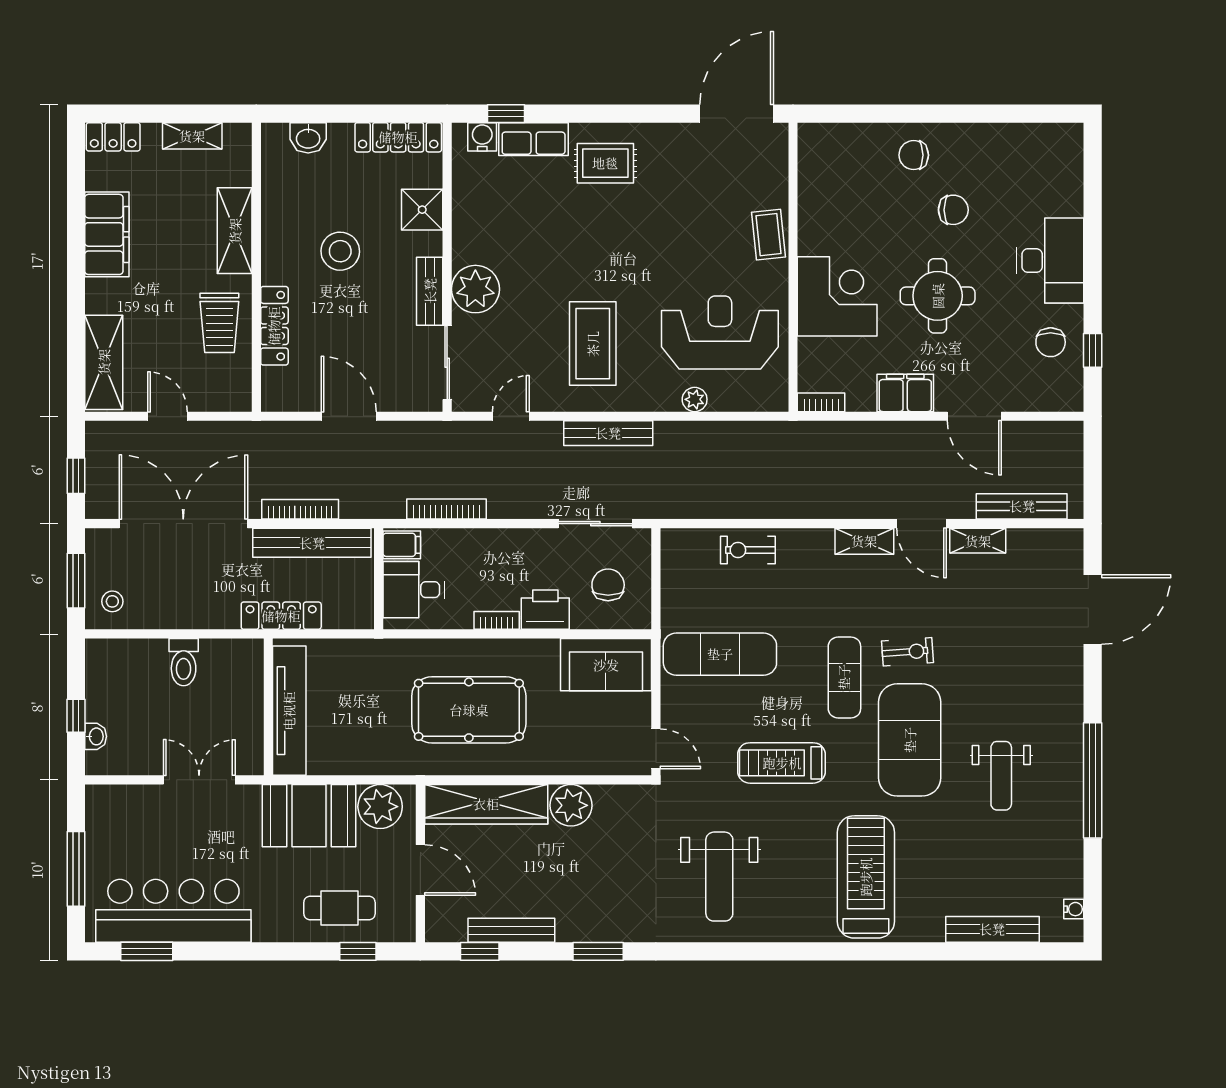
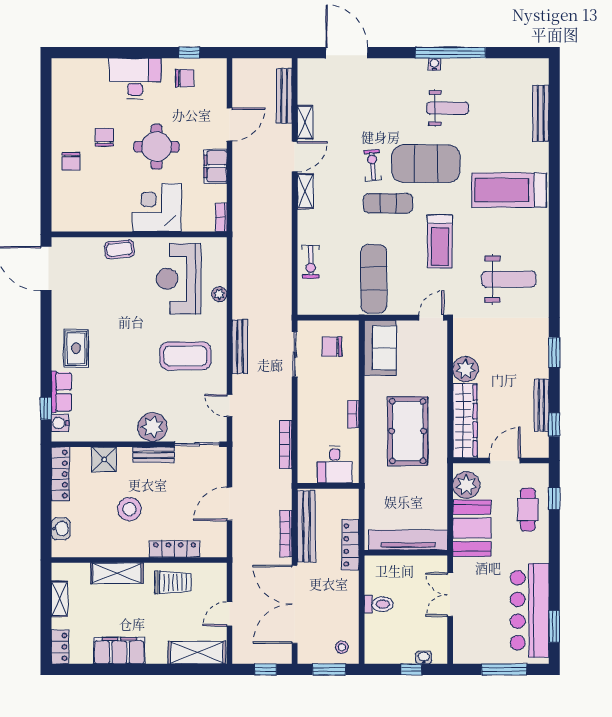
filing cabinet: (402, 545) -> (308, 472), removed
printer: (545, 610) -> (347, 385), removed
water cooler: (1074, 909) -> (434, 64), moved

